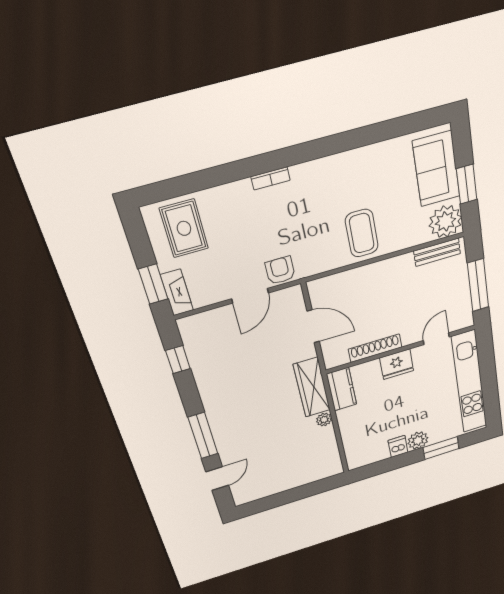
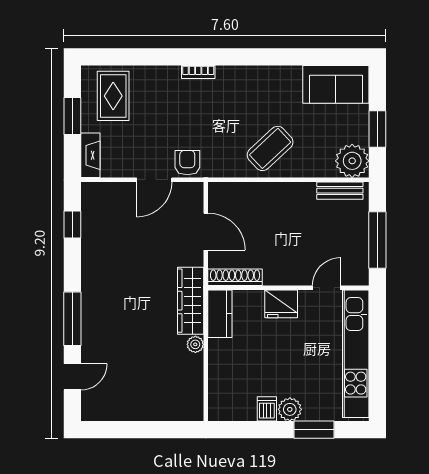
sofa: (436, 169) -> (336, 84), moved, turned -90
coffee table: (362, 233) -> (270, 148), turned 47
window: (153, 284) -> (72, 116), moved
shoe rack: (375, 348) -> (235, 277), moved

